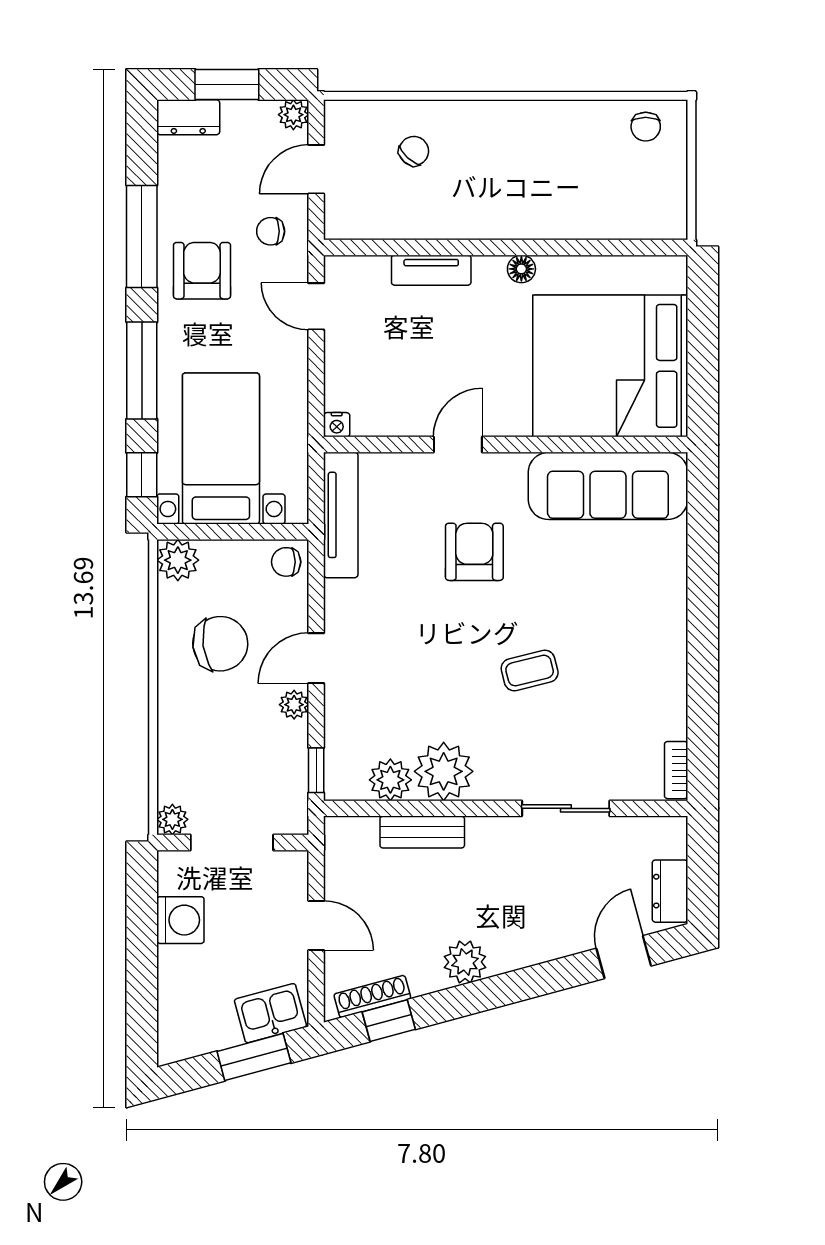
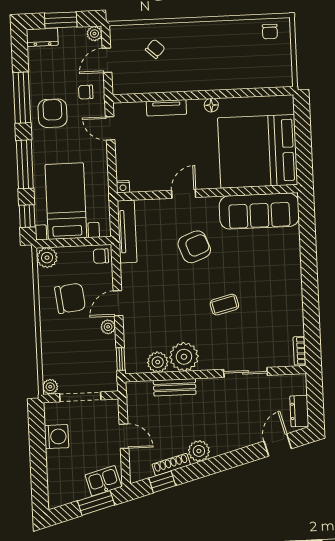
armchair: (474, 552) -> (194, 247), turned 69
shoe rack: (372, 996) -> (171, 465), moved

